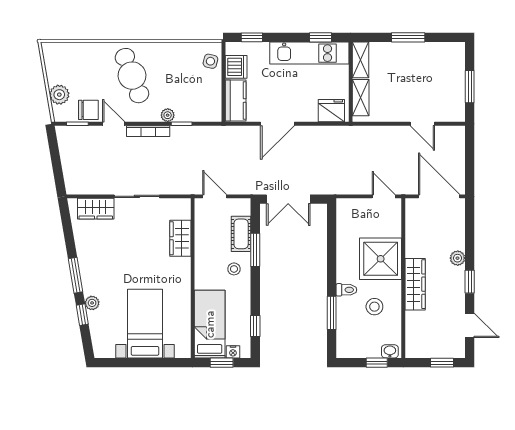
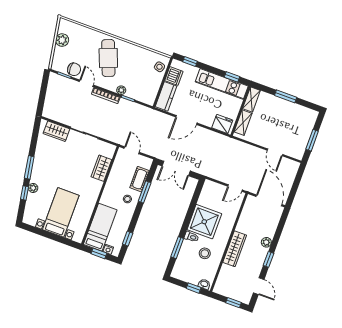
plant: (59, 95) -> (62, 40), moved
door: (384, 196) -> (235, 188), swing flipped
shower: (381, 259) -> (204, 222), moved

